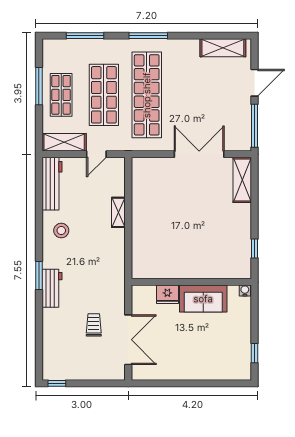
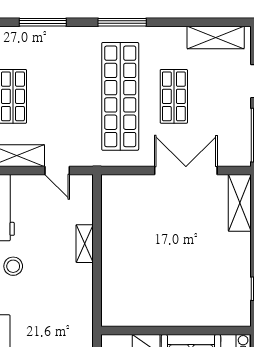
shop shelf: (104, 95) -> (174, 96), moved, width x0.70, depth x0.74
door: (96, 154) -> (57, 171), hinge flipped

